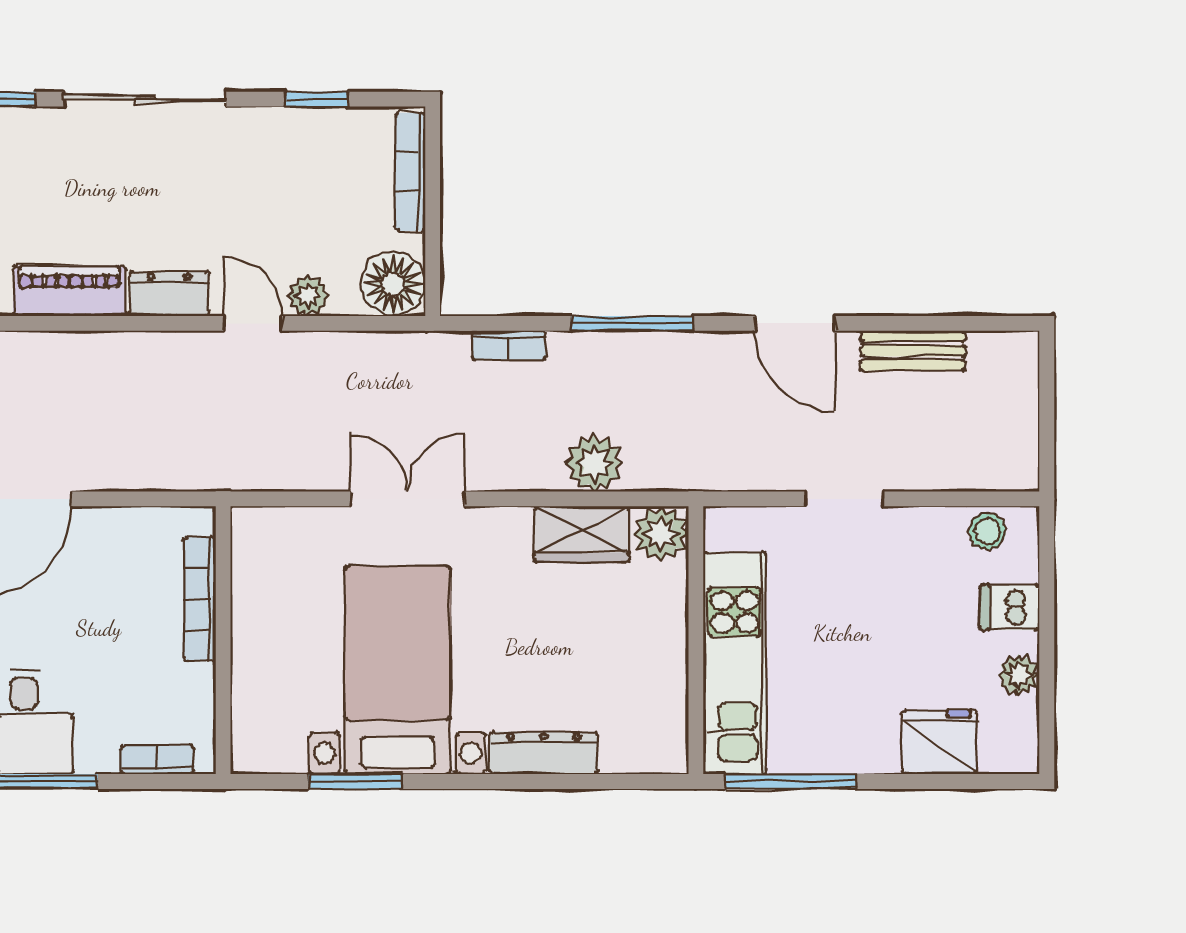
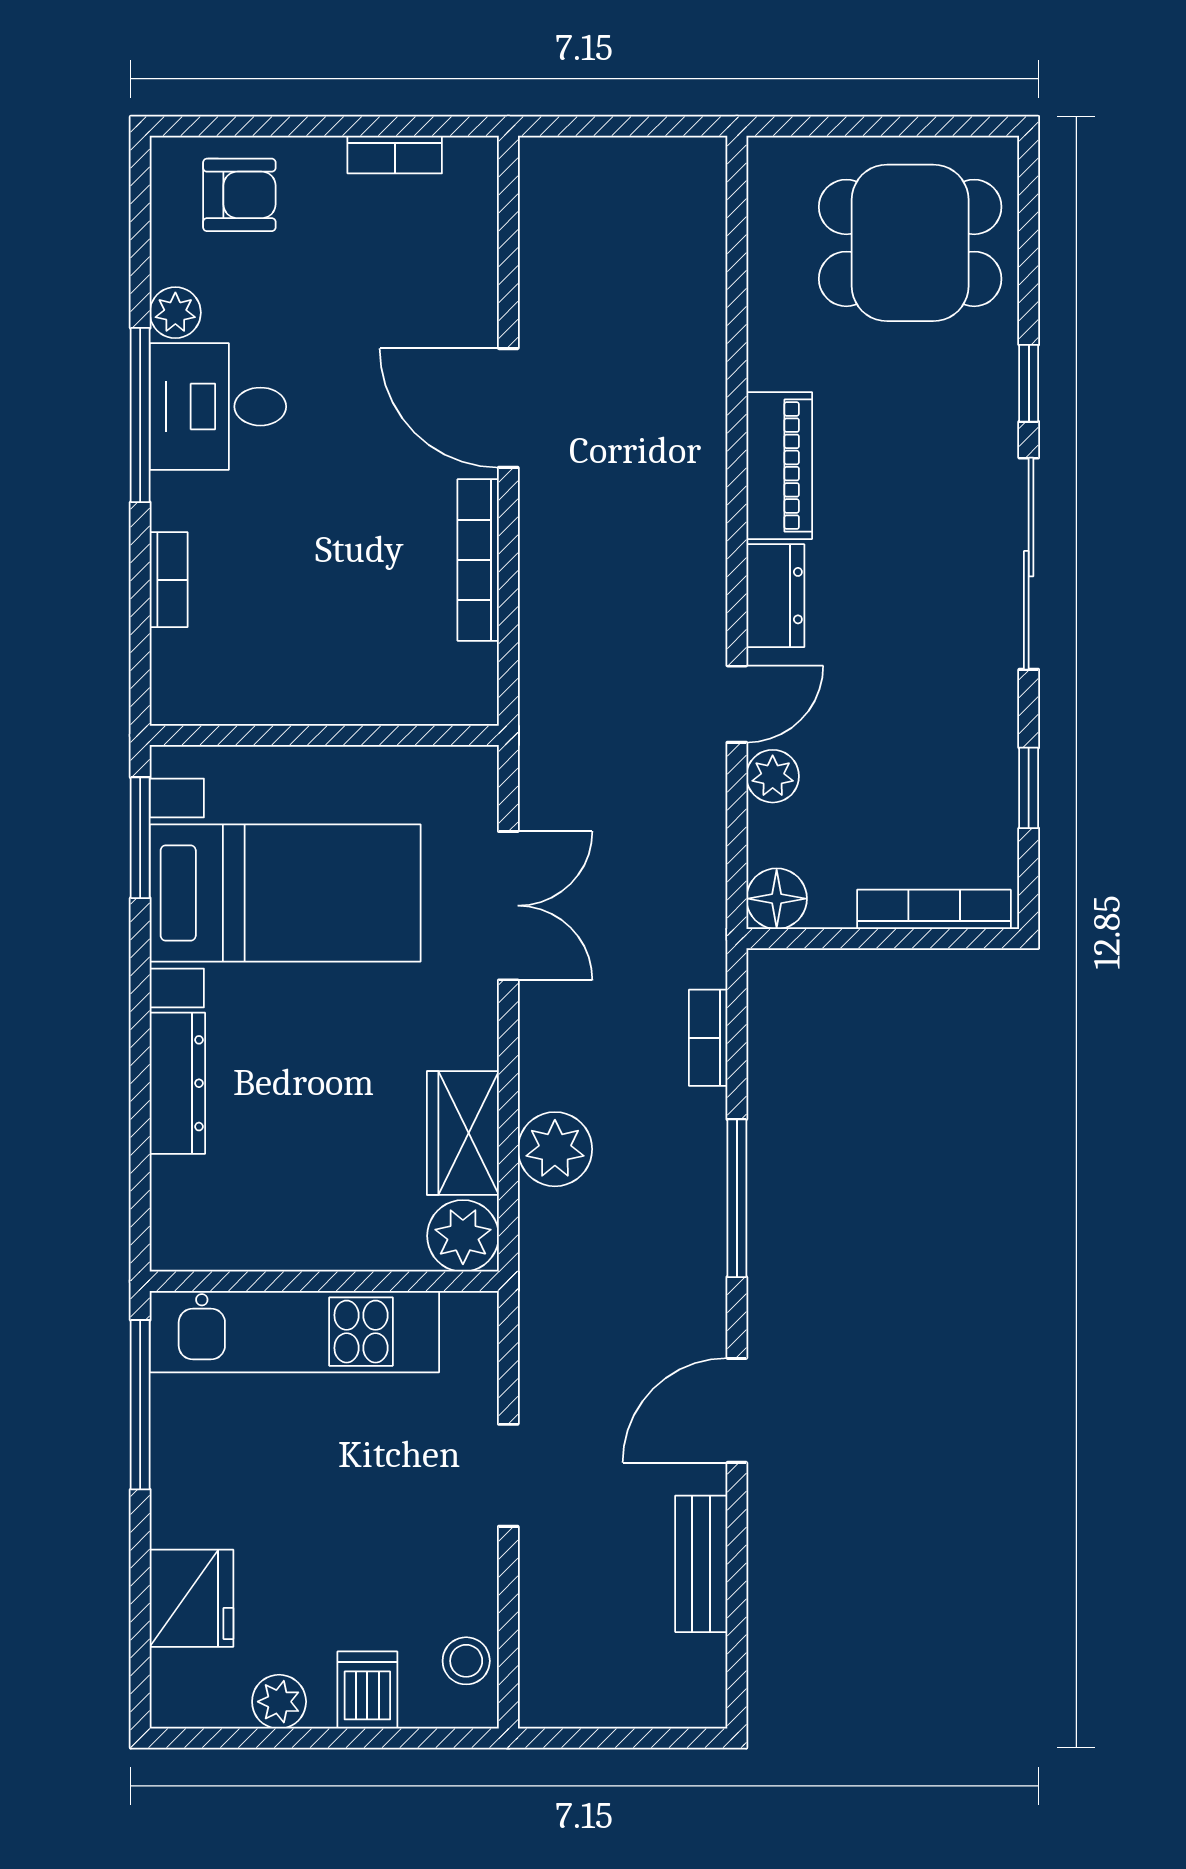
floor lamp: (393, 284) -> (777, 899), width x0.73, depth x0.73
bookcase: (200, 599) -> (478, 560), moved, turned -90
wall: (223, 640) -> (324, 735), moved

